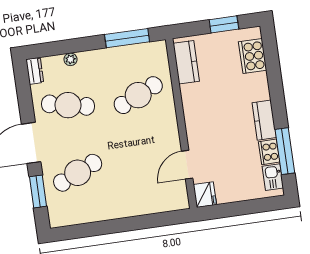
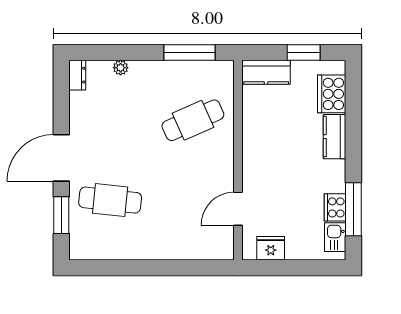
kitchen counter: (186, 62) -> (266, 72), moved, turned 90
cafe table: (68, 105) -> (110, 120), removed
kitchen counter: (264, 120) -> (335, 137), moved
cafe table: (78, 173) -> (110, 200), turned 30
fridge: (205, 195) -> (271, 248), moved, turned -90

